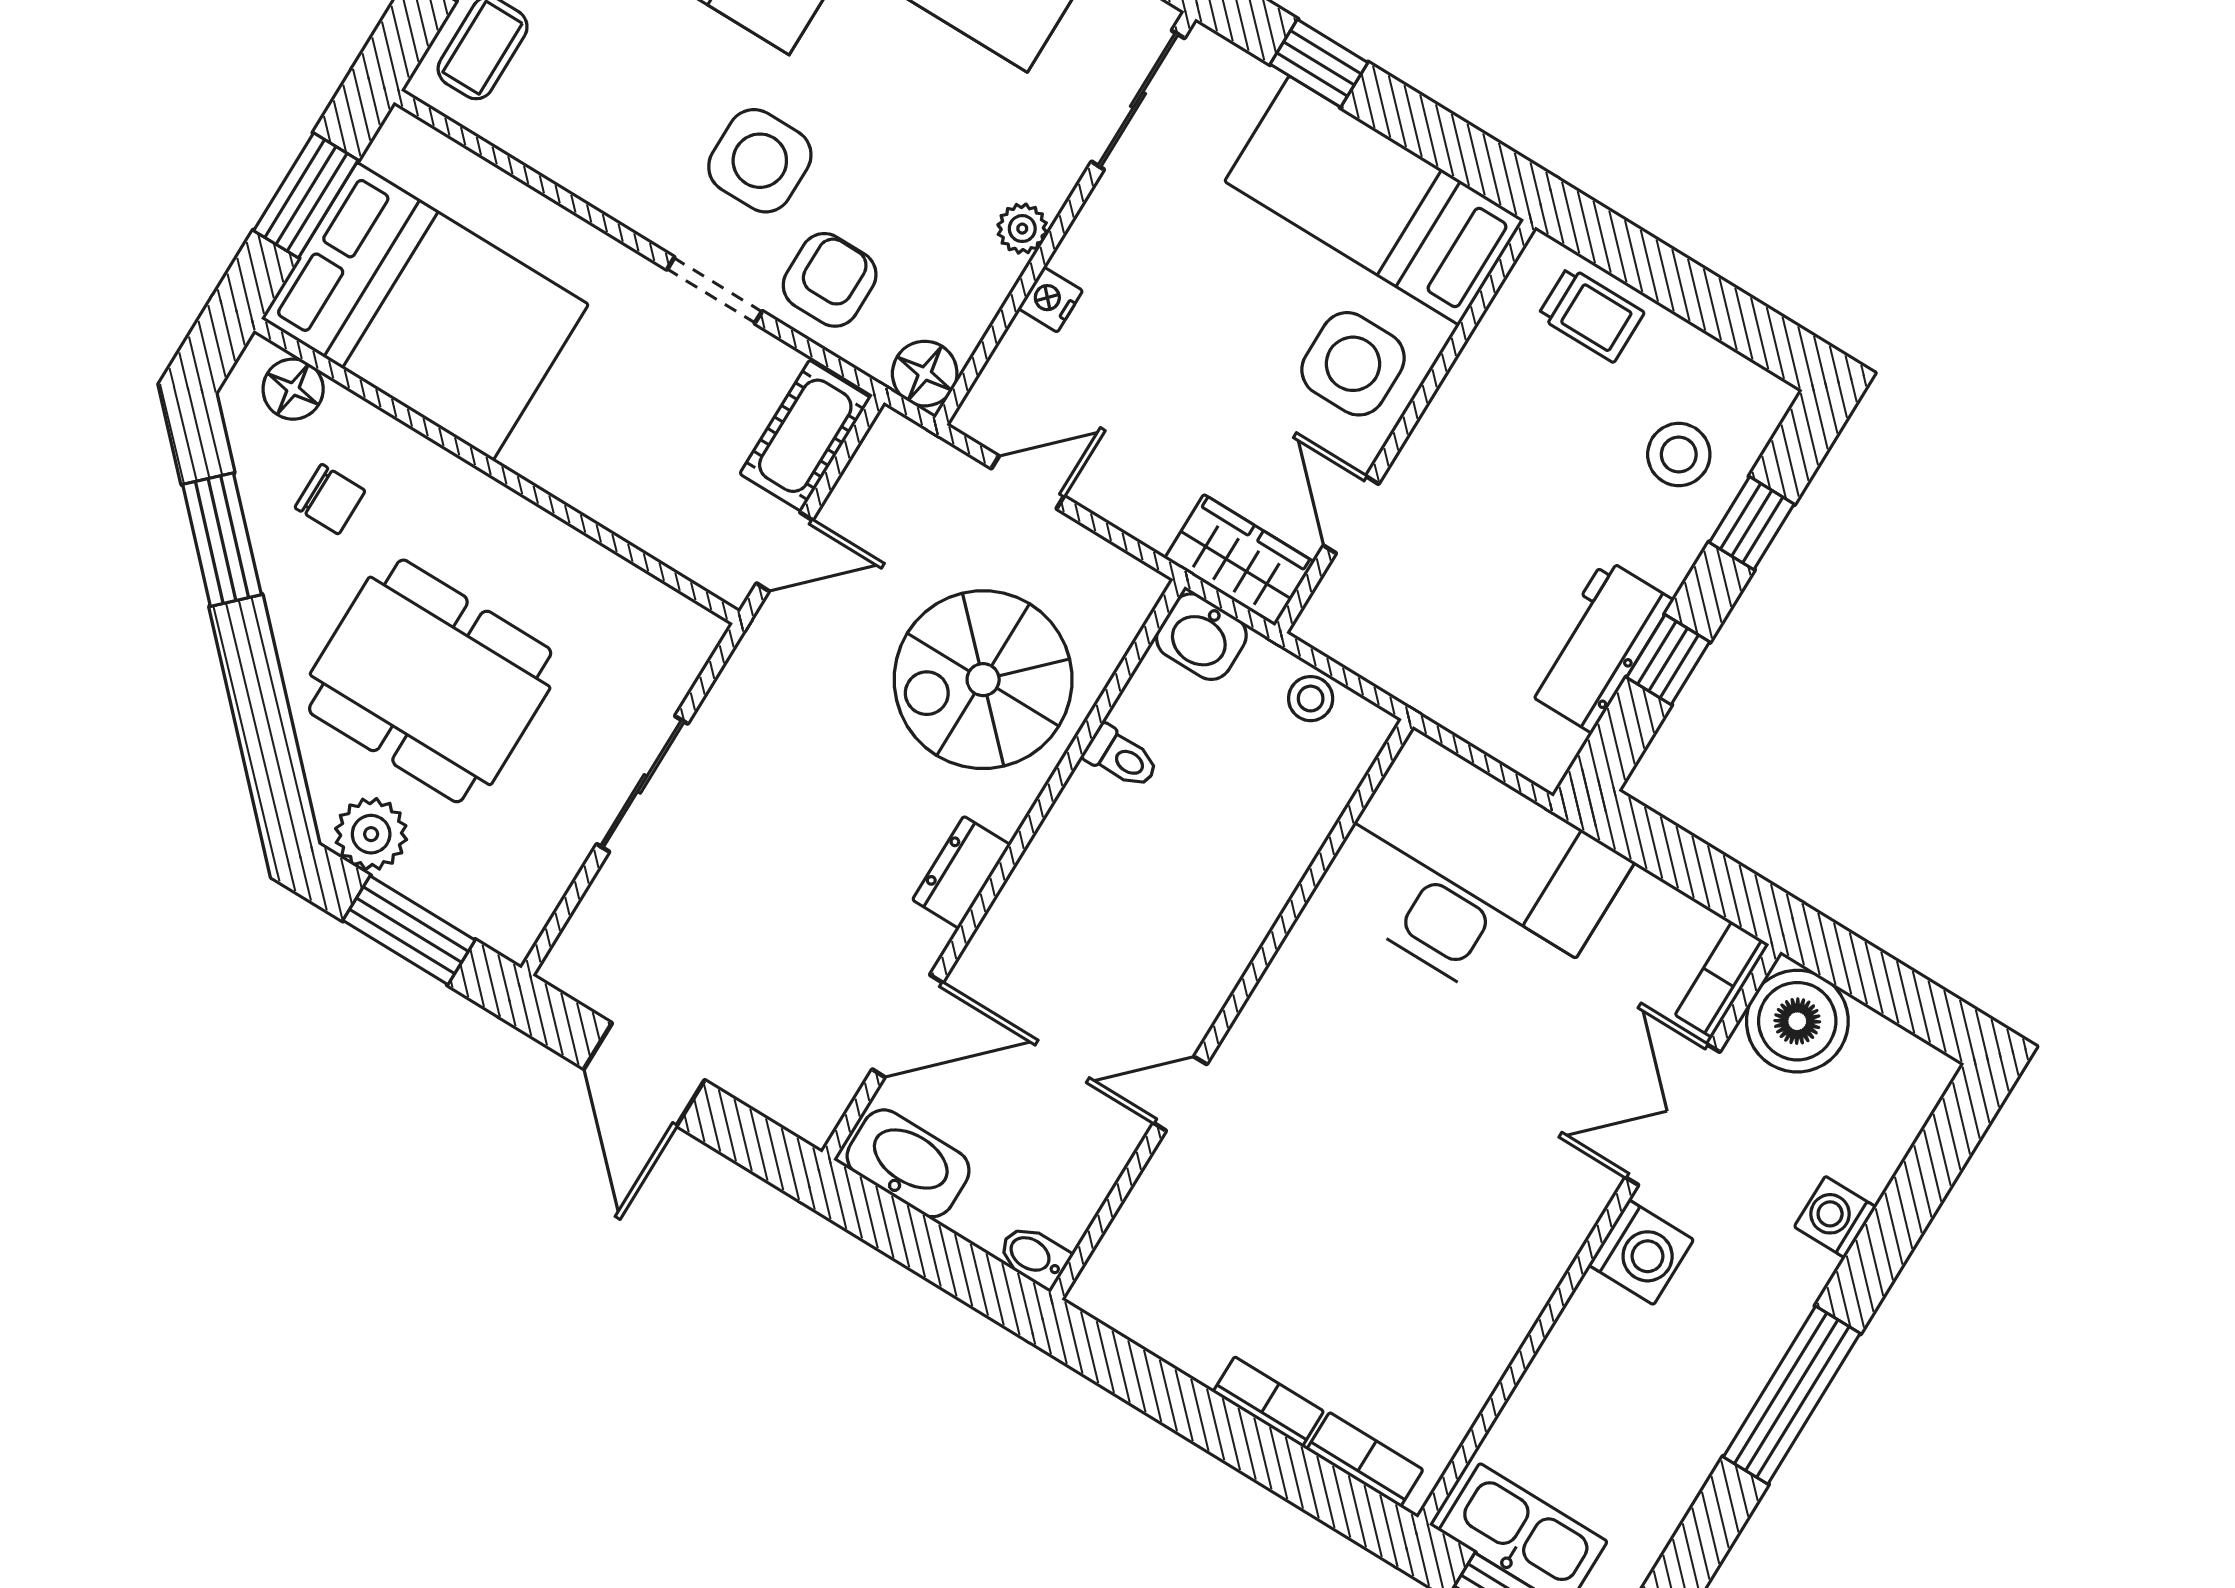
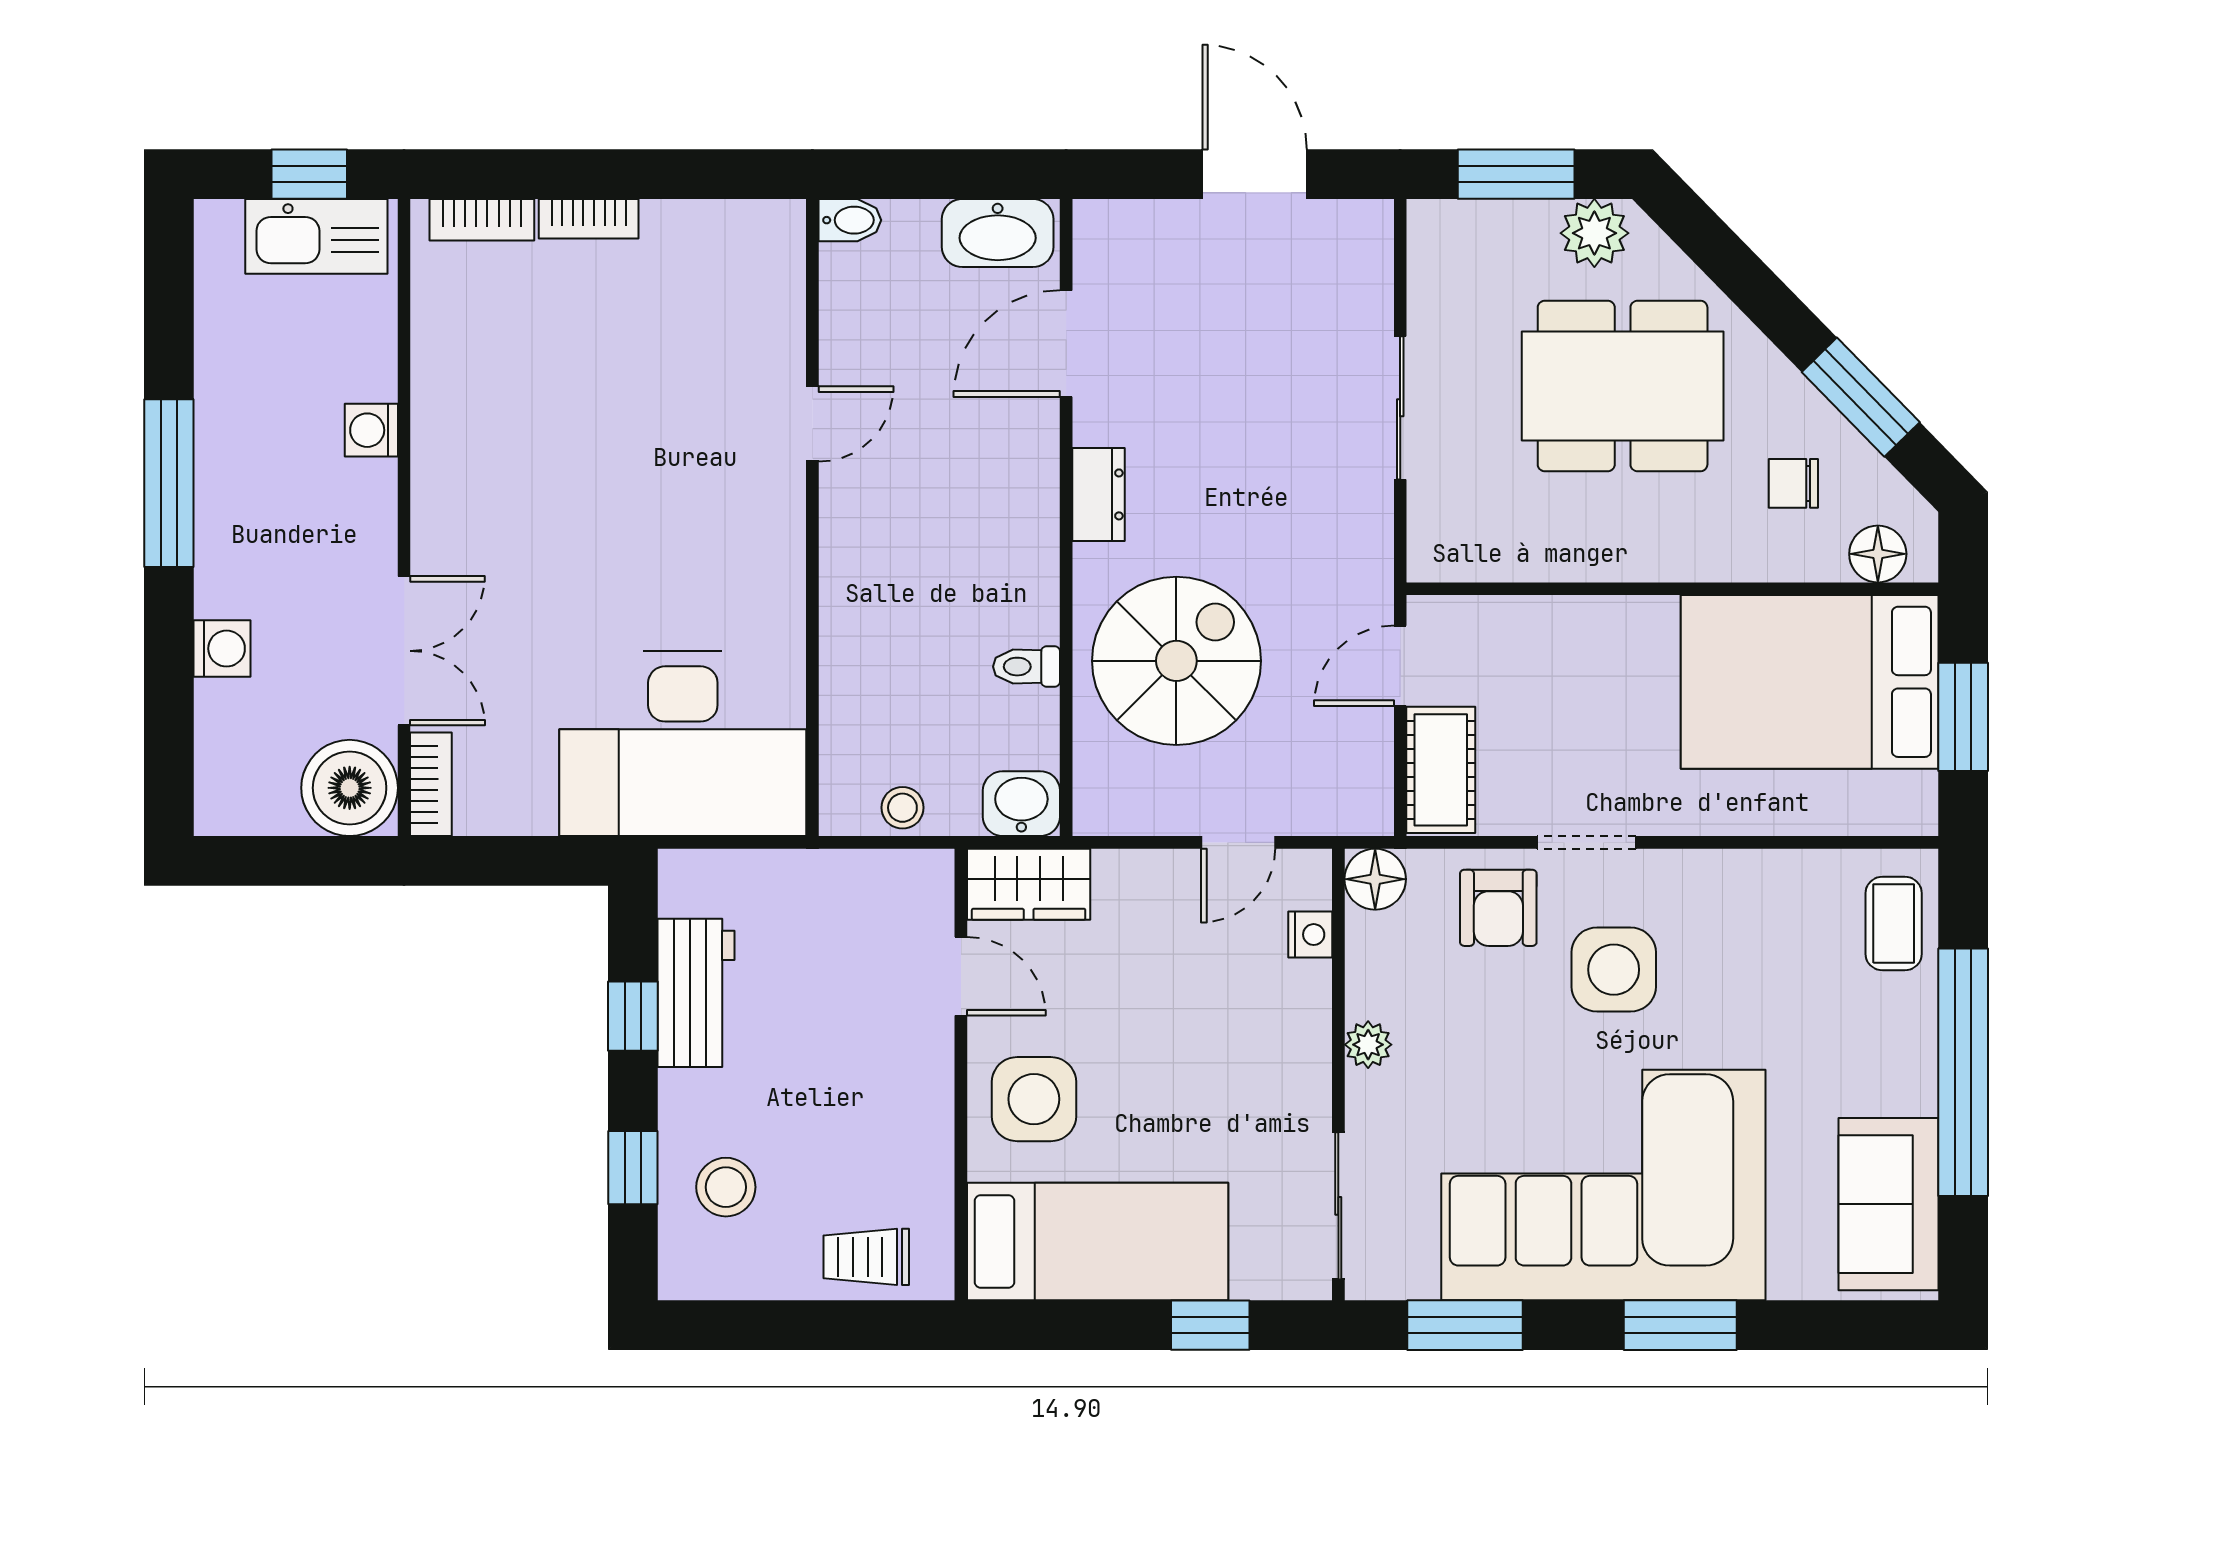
nightstand: (1050, 300) -> (1310, 935), moved
washing machine: (1641, 1252) -> (371, 430), moved, width x0.73, depth x0.73

